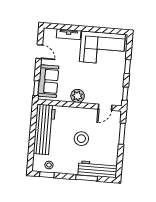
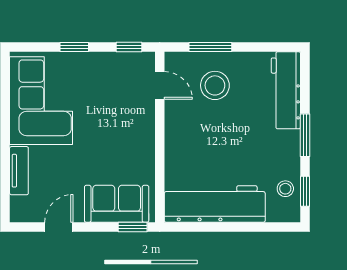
plant: (78, 96) -> (142, 143), removed
stool: (81, 139) -> (215, 85), moved
window: (87, 178) -> (305, 135), moved

